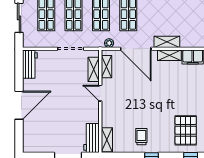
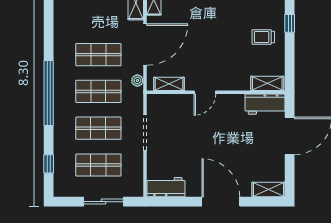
shelving: (94, 69) -> (268, 189), moved

